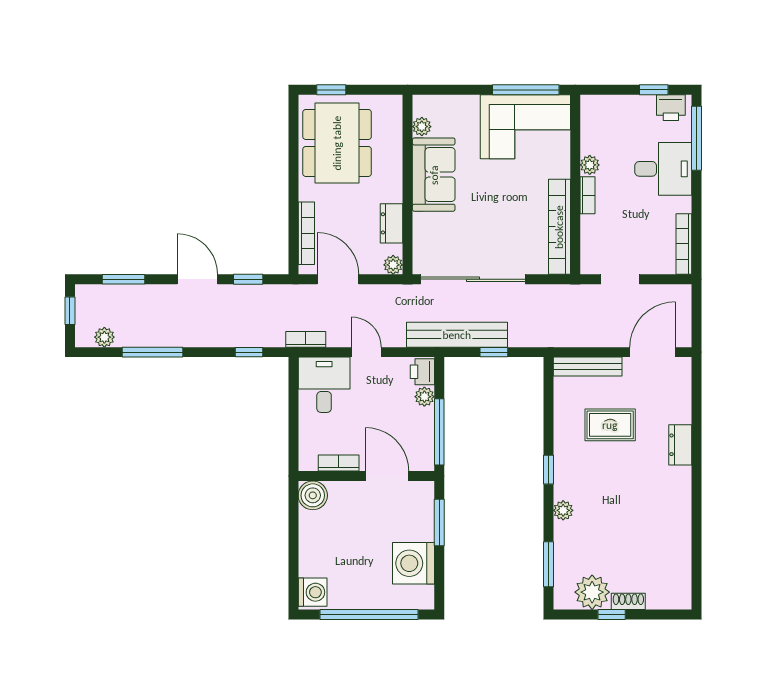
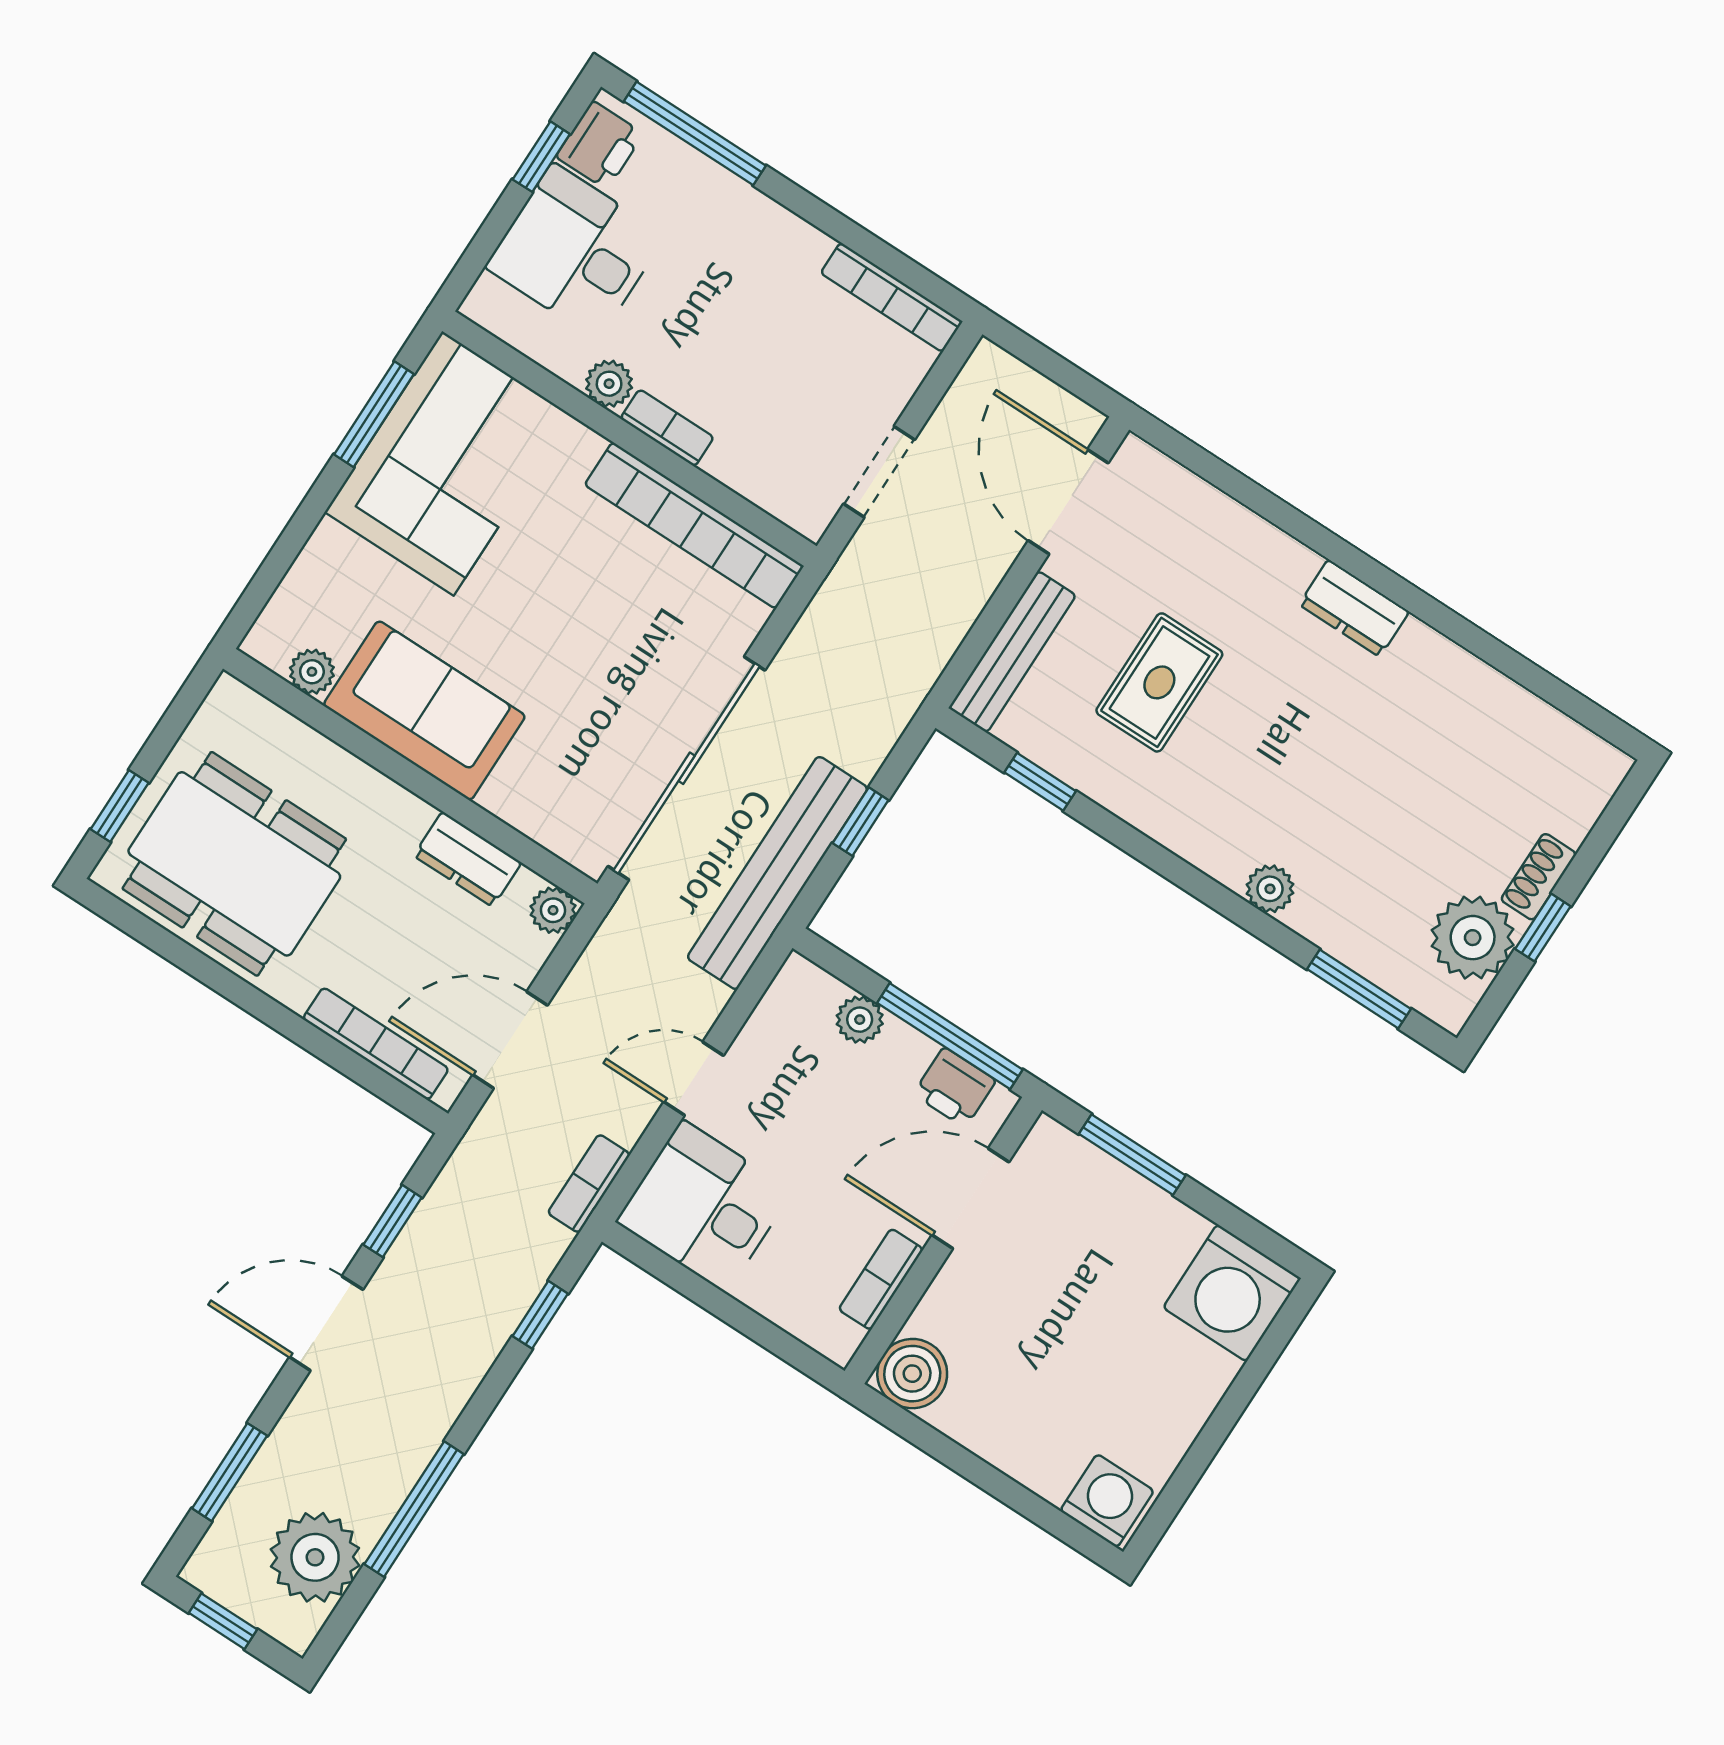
window: (526, 90) -> (374, 414), width x0.69
desk: (663, 169) -> (575, 251), moved, turned -90
plant: (104, 337) -> (315, 1557), width x1.88, depth x1.88
printer: (422, 372) -> (955, 1087), moved
dresser: (680, 445) -> (1354, 608), moved
window: (548, 470) -> (1040, 782), moved
washing machine: (413, 563) -> (1232, 1293), moved
window: (369, 614) -> (1226, 1416), removed

